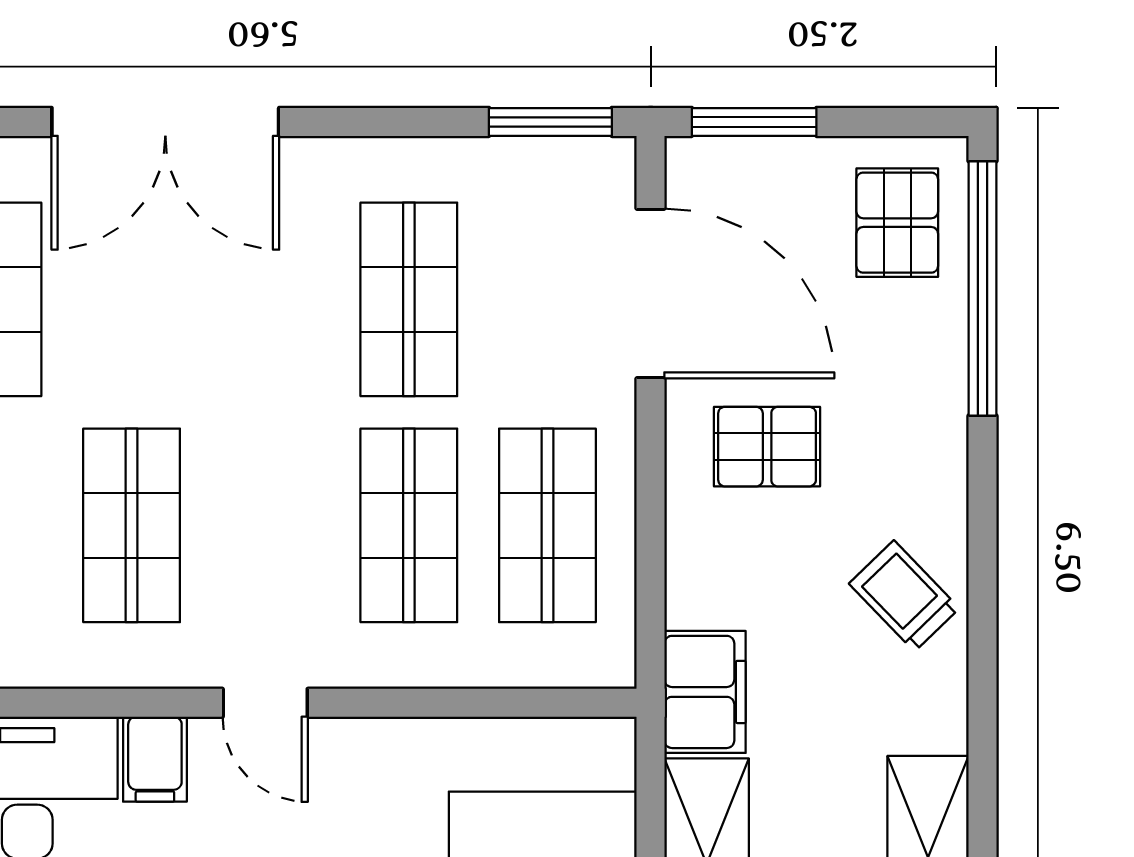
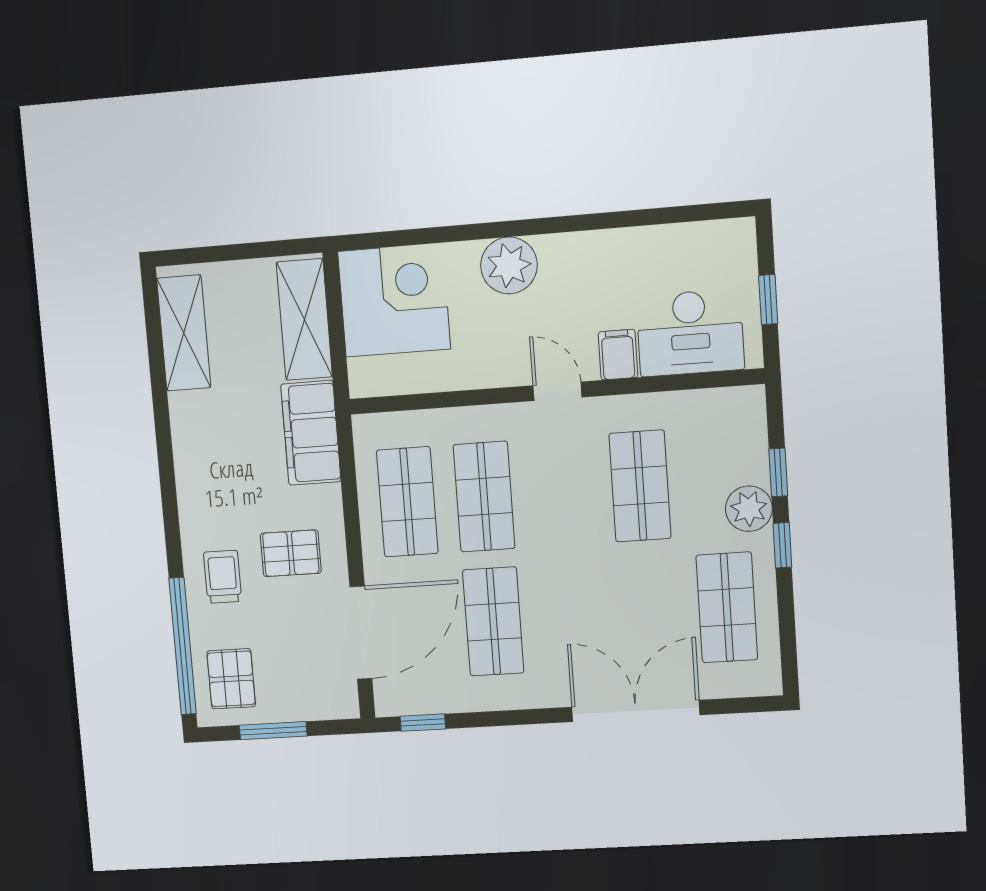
window: (550, 122) -> (423, 723), width x0.67
window: (754, 122) -> (273, 731), moved
door: (651, 294) -> (361, 633), swing flipped
trolley: (904, 596) -> (223, 577), moved, turned -136
filing cabinet: (705, 692) -> (311, 433), width x1.50, depth x1.17

